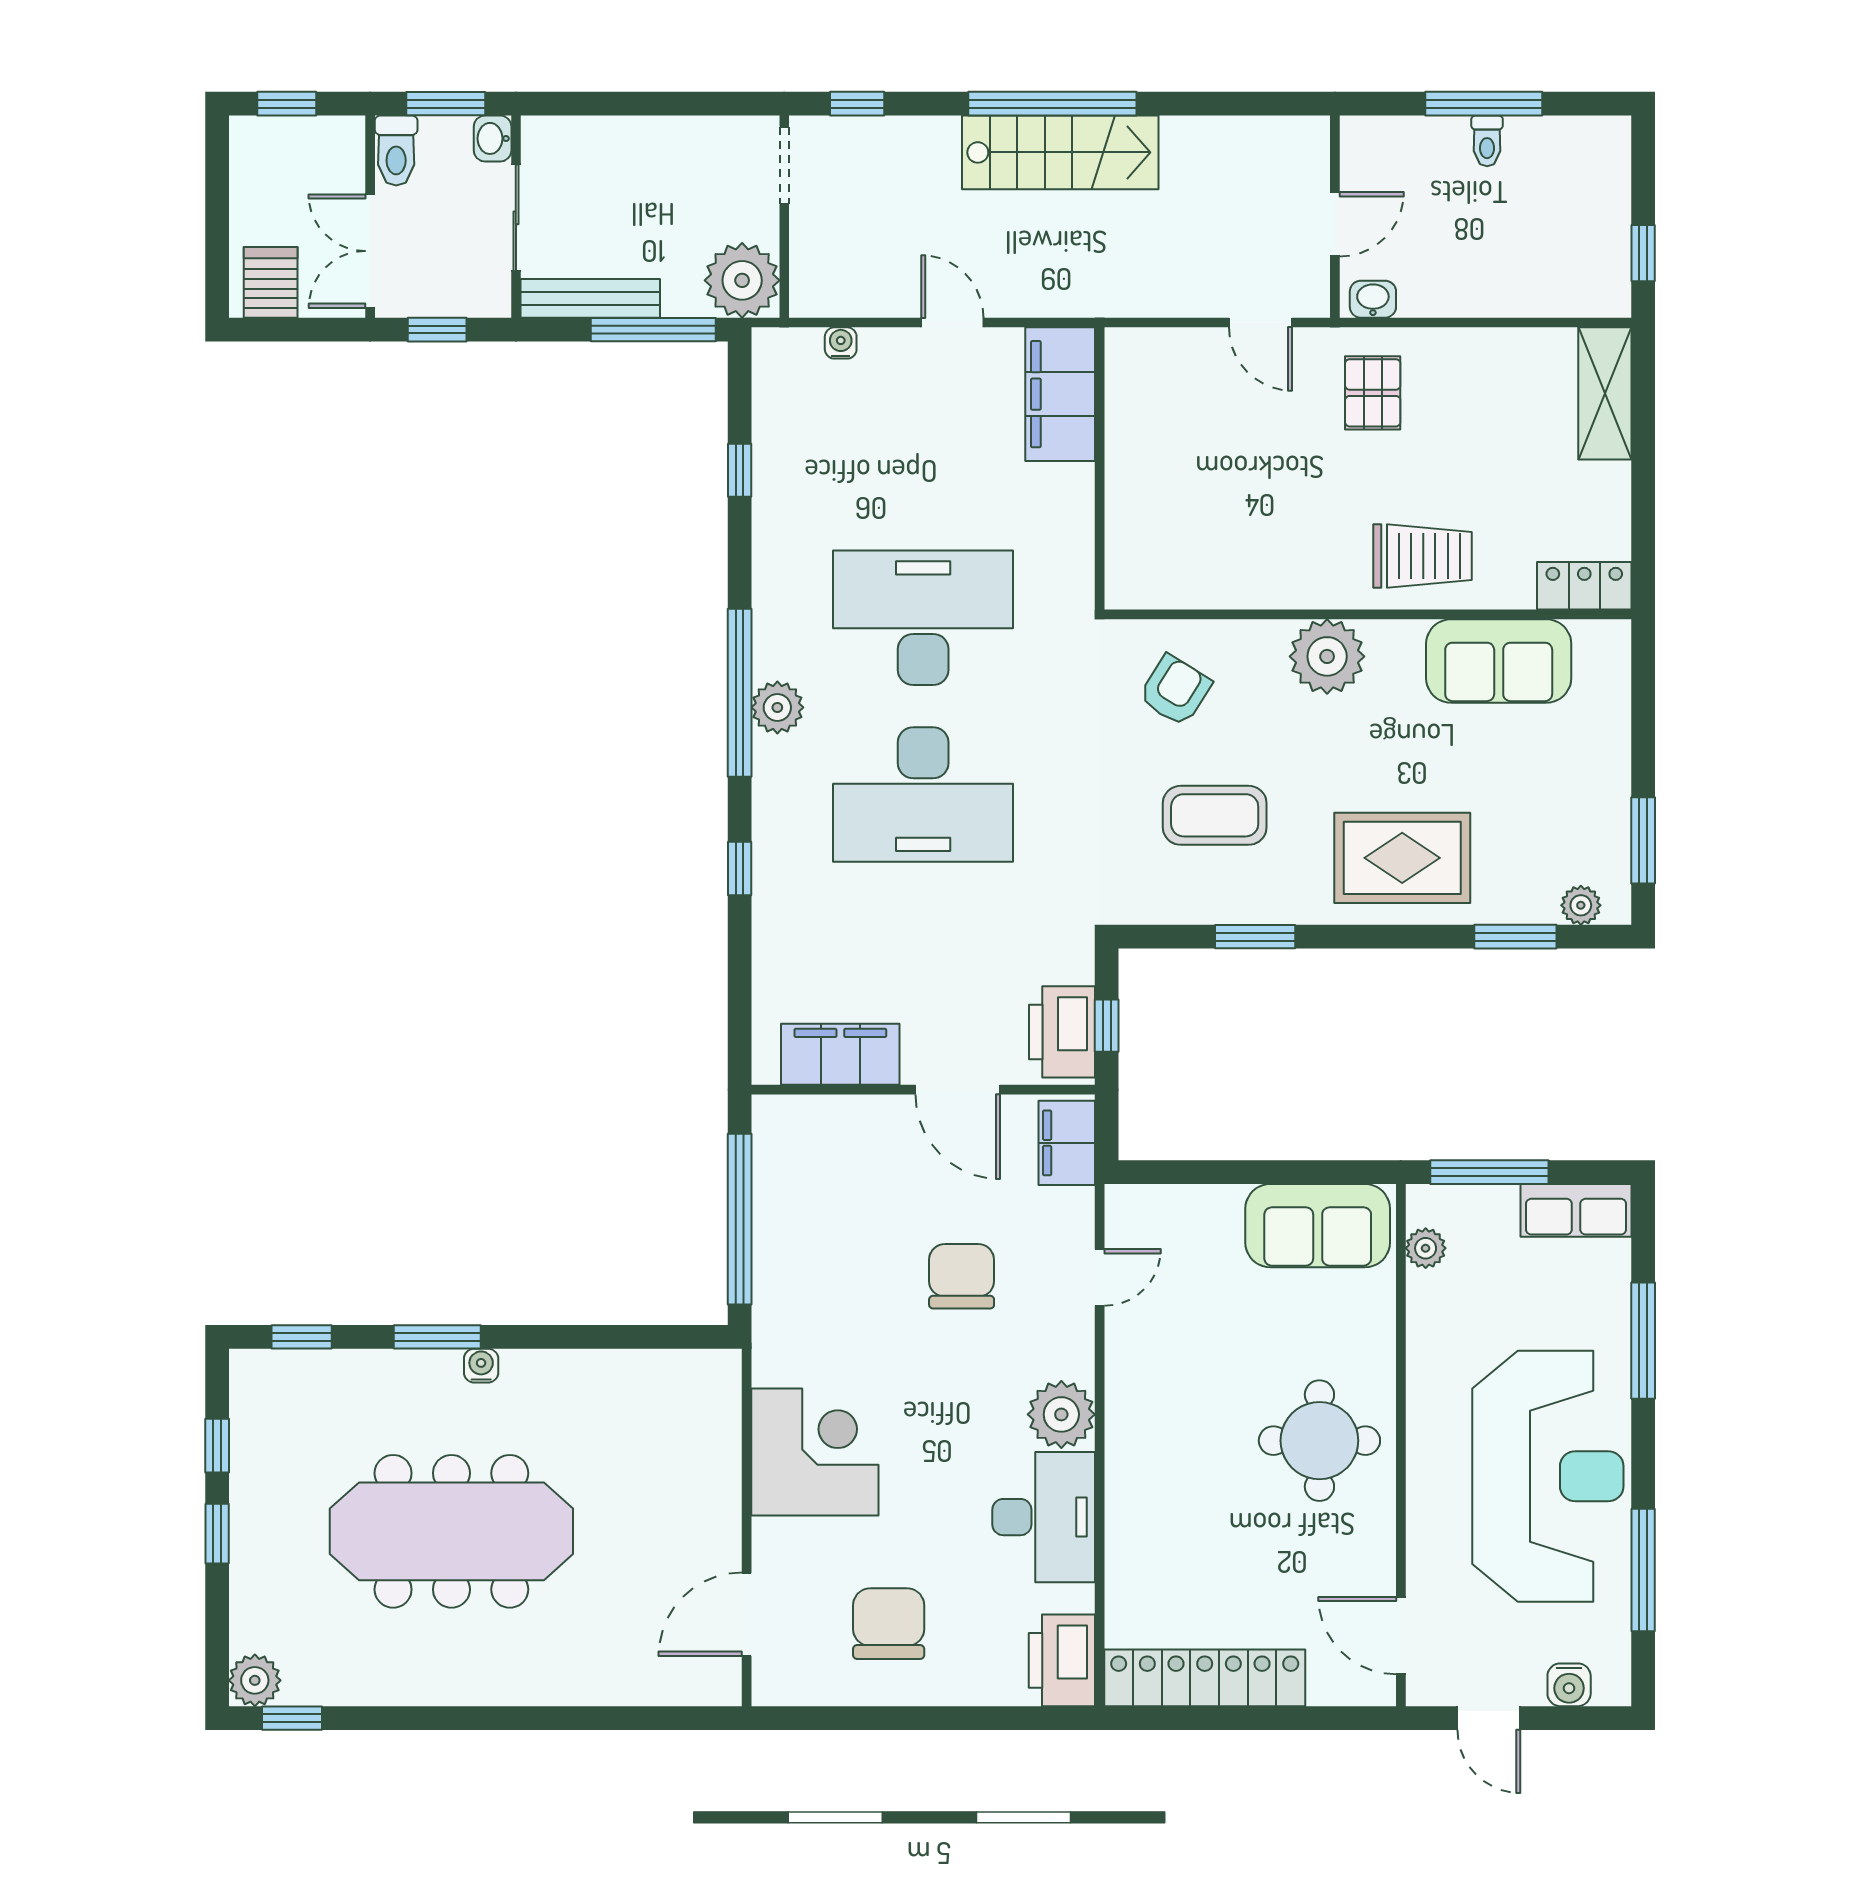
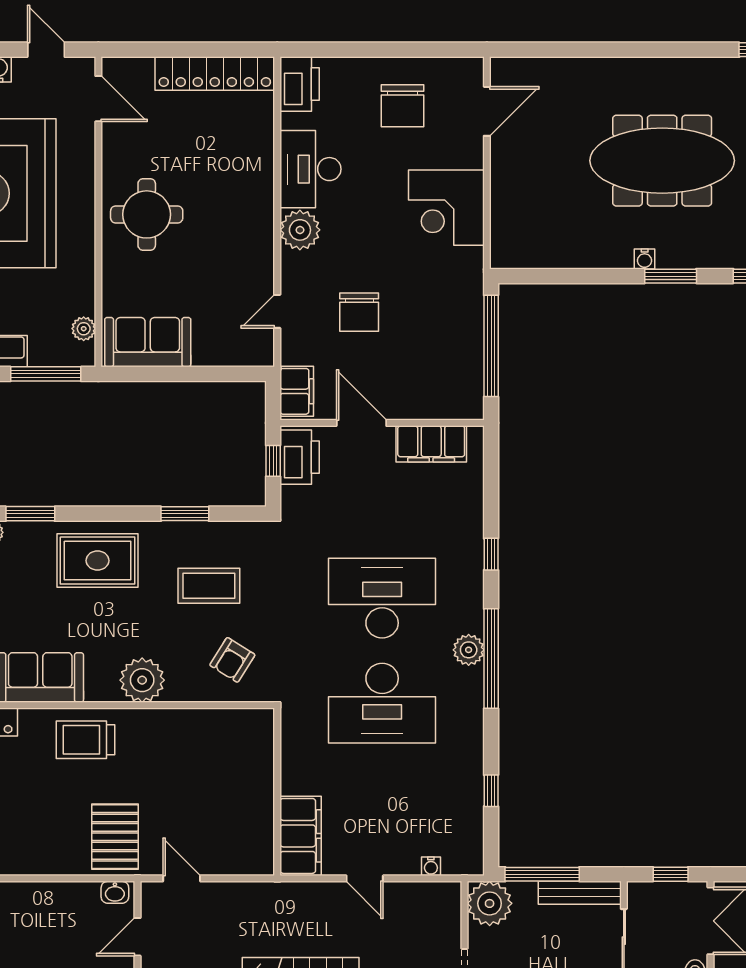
pallet: (1373, 393) -> (115, 837), width x1.50, depth x1.42

